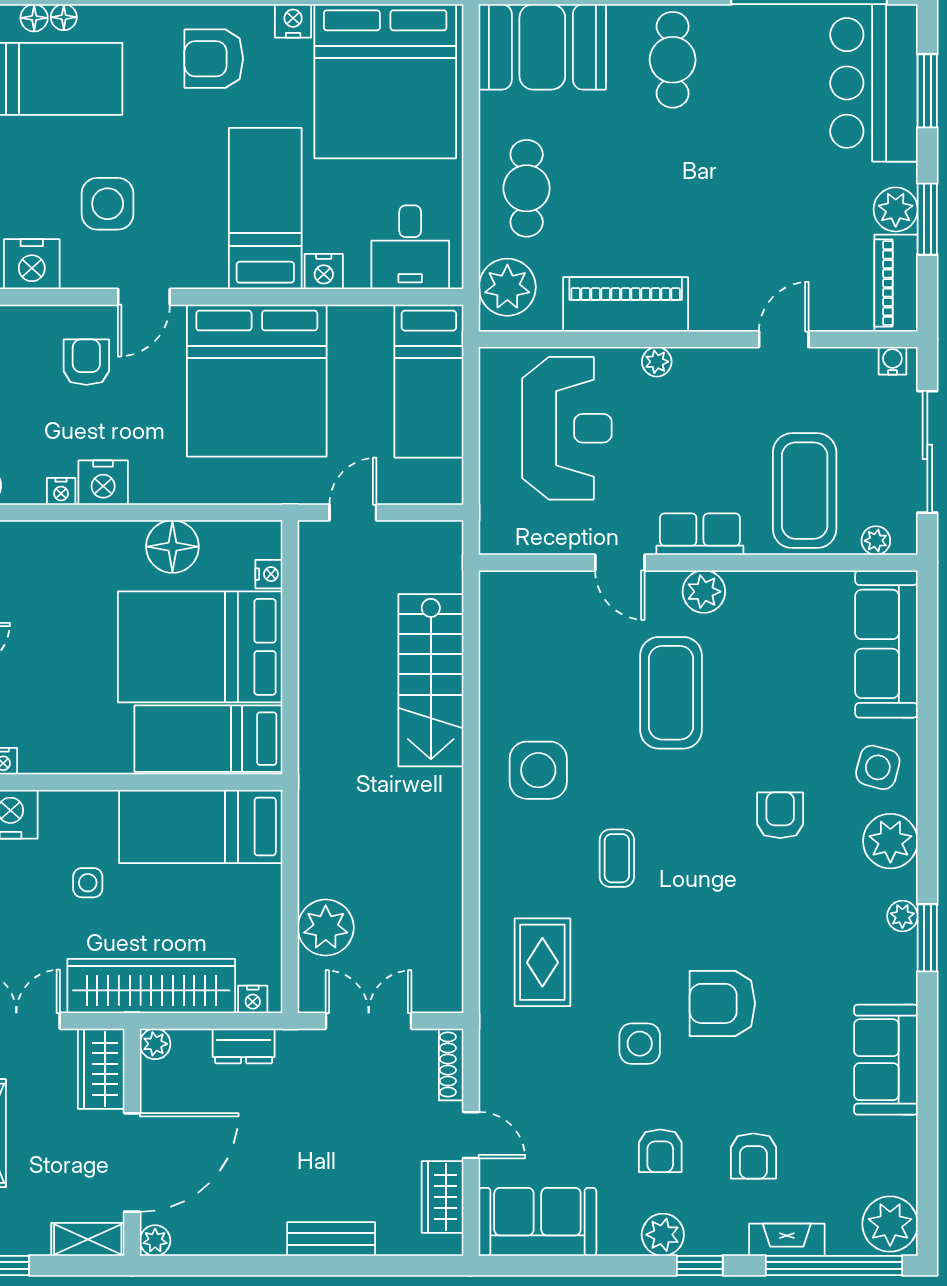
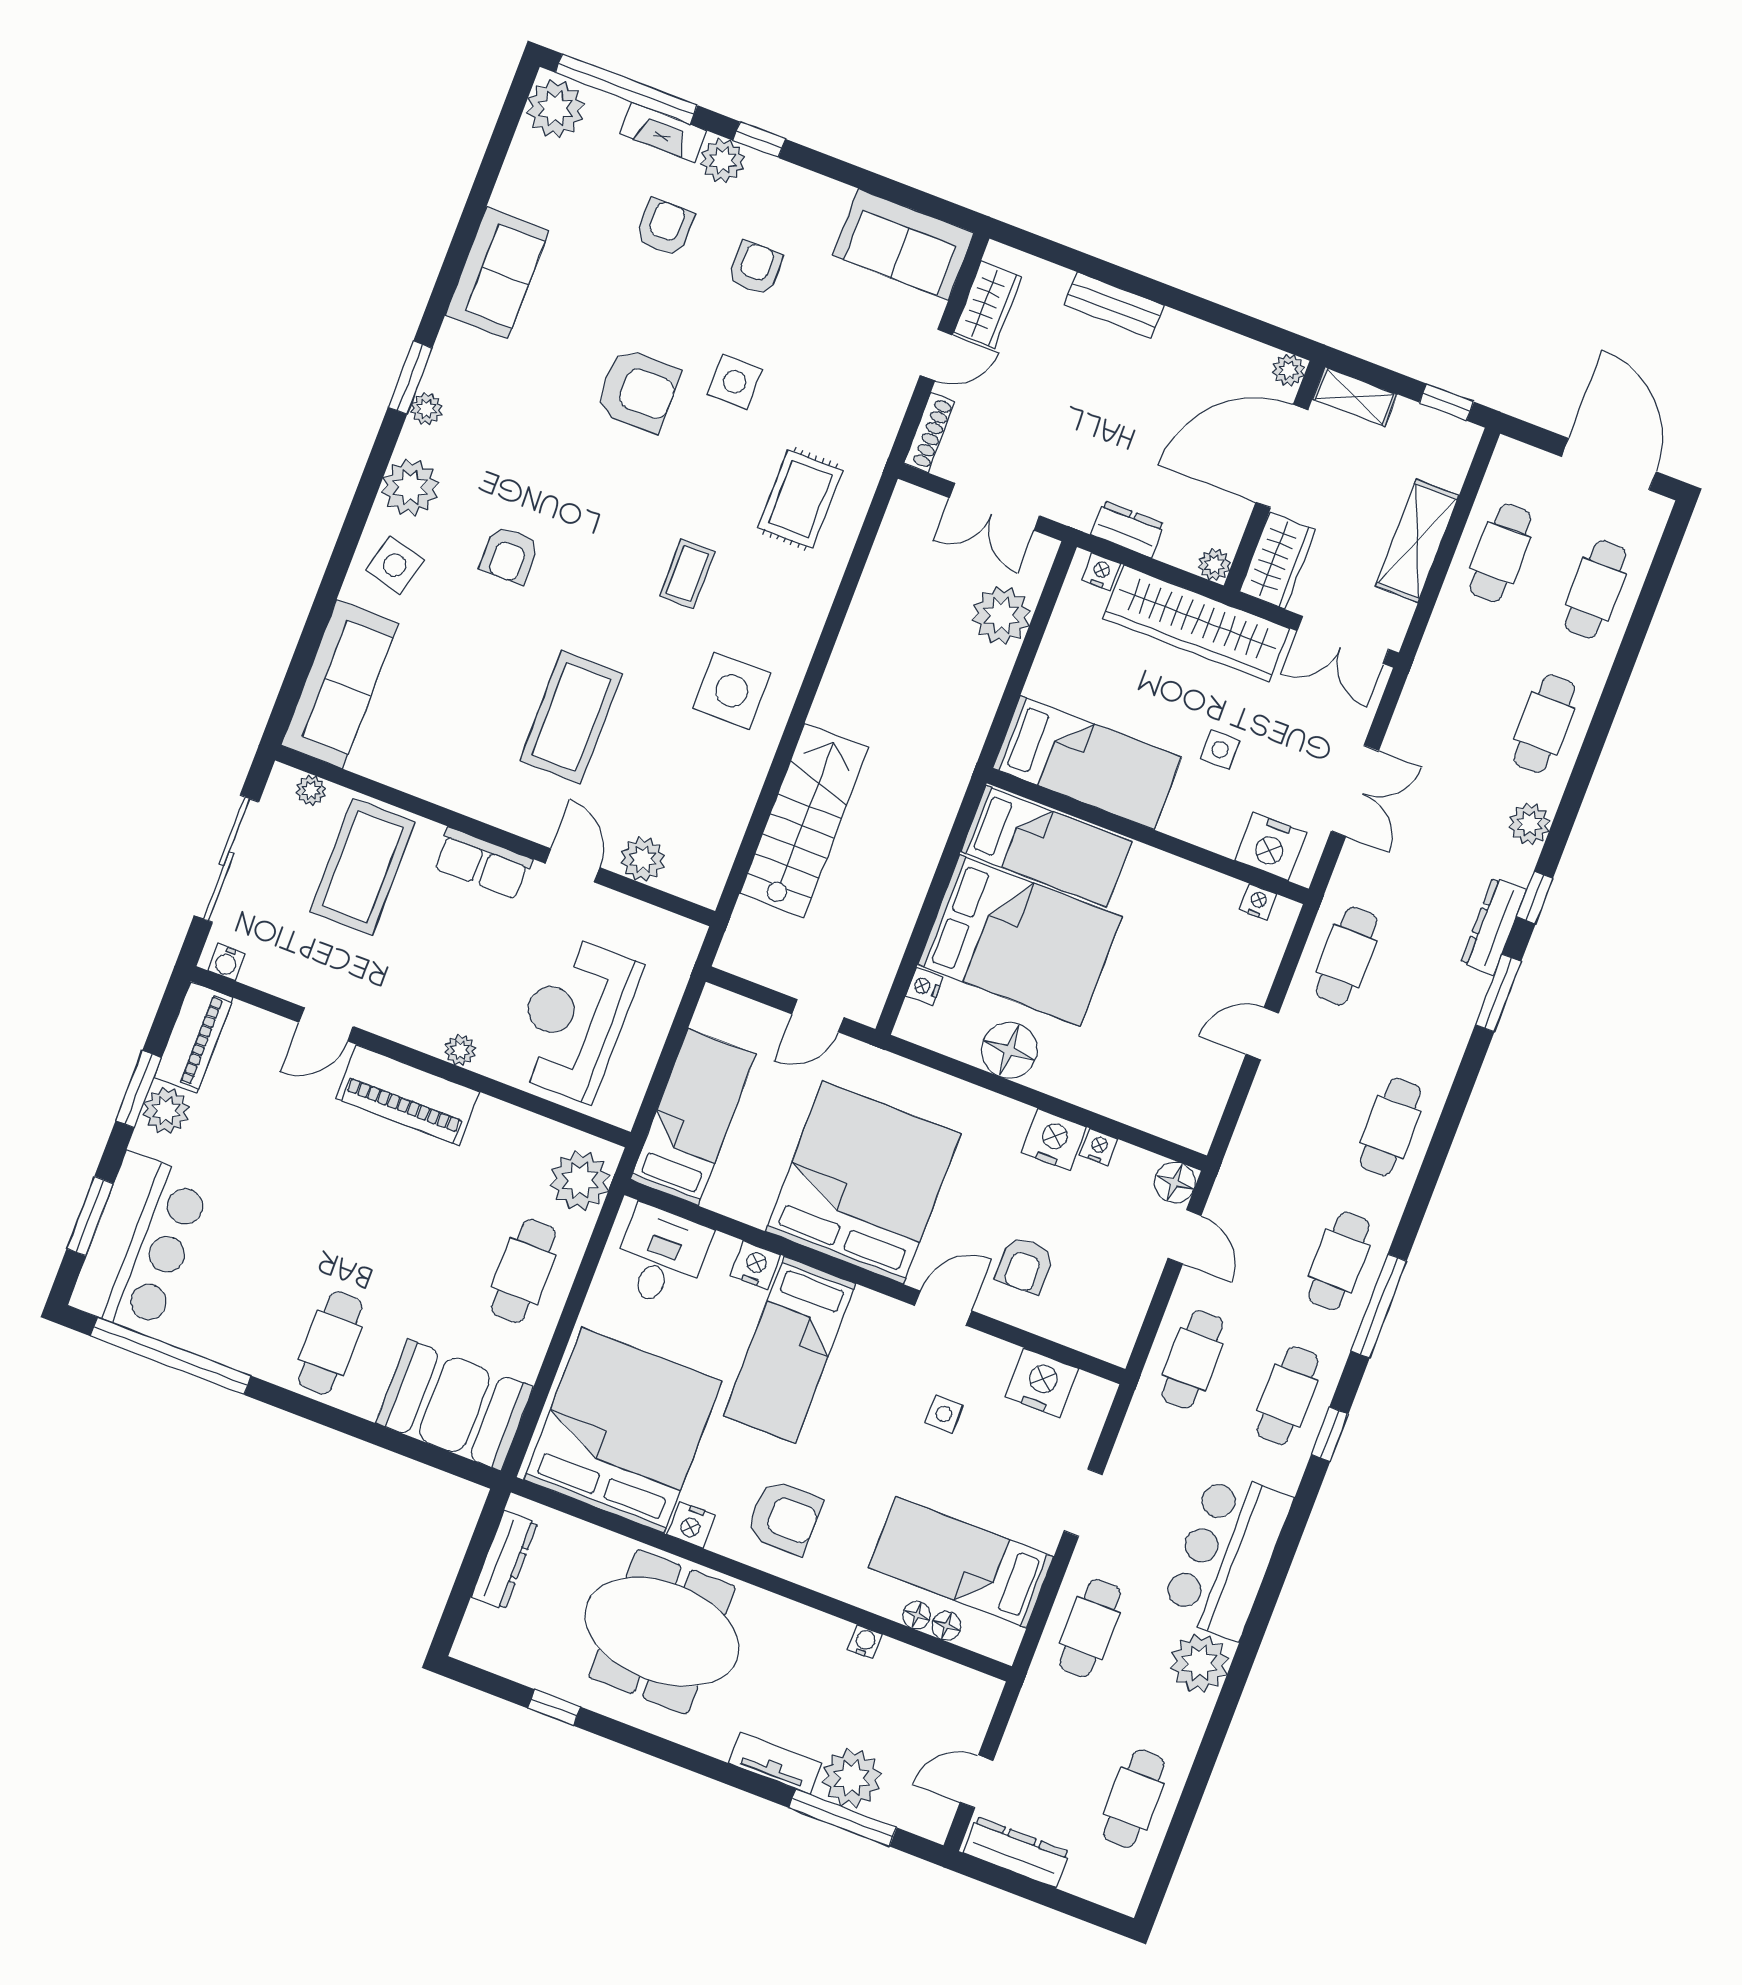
side table: (108, 204) -> (944, 1414), width x0.54, depth x0.54
piano: (626, 304) -> (407, 1095), moved
plant: (704, 592) -> (643, 859), moved
door: (471, 1135) -> (936, 355), swing flipped
plant: (663, 1235) -> (723, 161), moved

